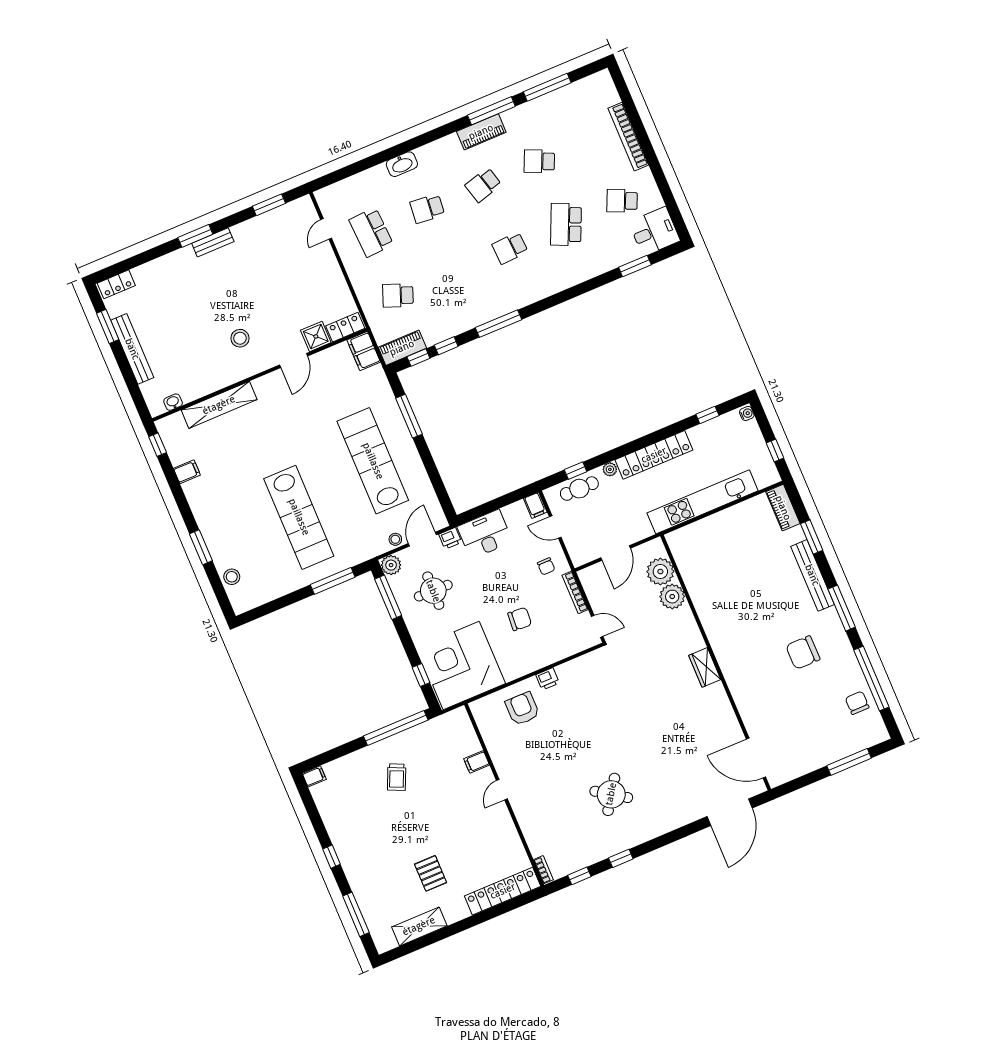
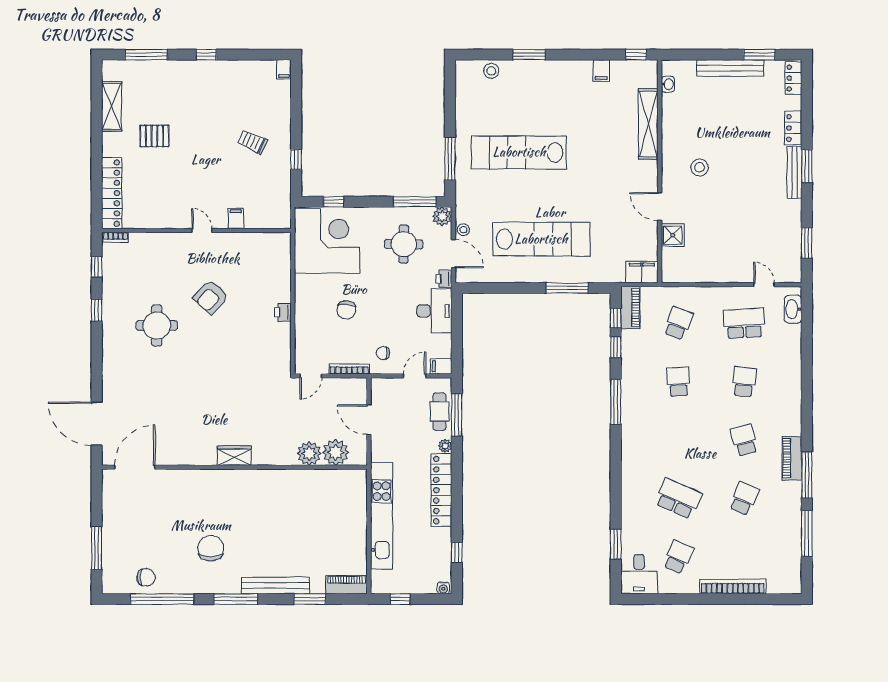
washbasin: (402, 164) -> (793, 309), moved
bench: (213, 242) -> (794, 172), width x1.36
school desk: (510, 248) -> (678, 382), moved
locker: (345, 327) -> (793, 128), moved, turned 180
window: (576, 471) -> (457, 415), width x2.17
armchair: (522, 709) -> (211, 297), moved, turned 133
window: (396, 728) -> (296, 160), width x0.32
round table: (611, 794) -> (157, 326), turned -34

